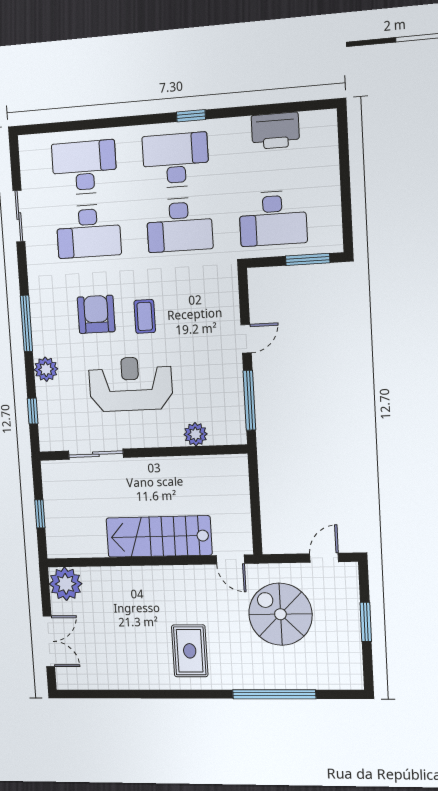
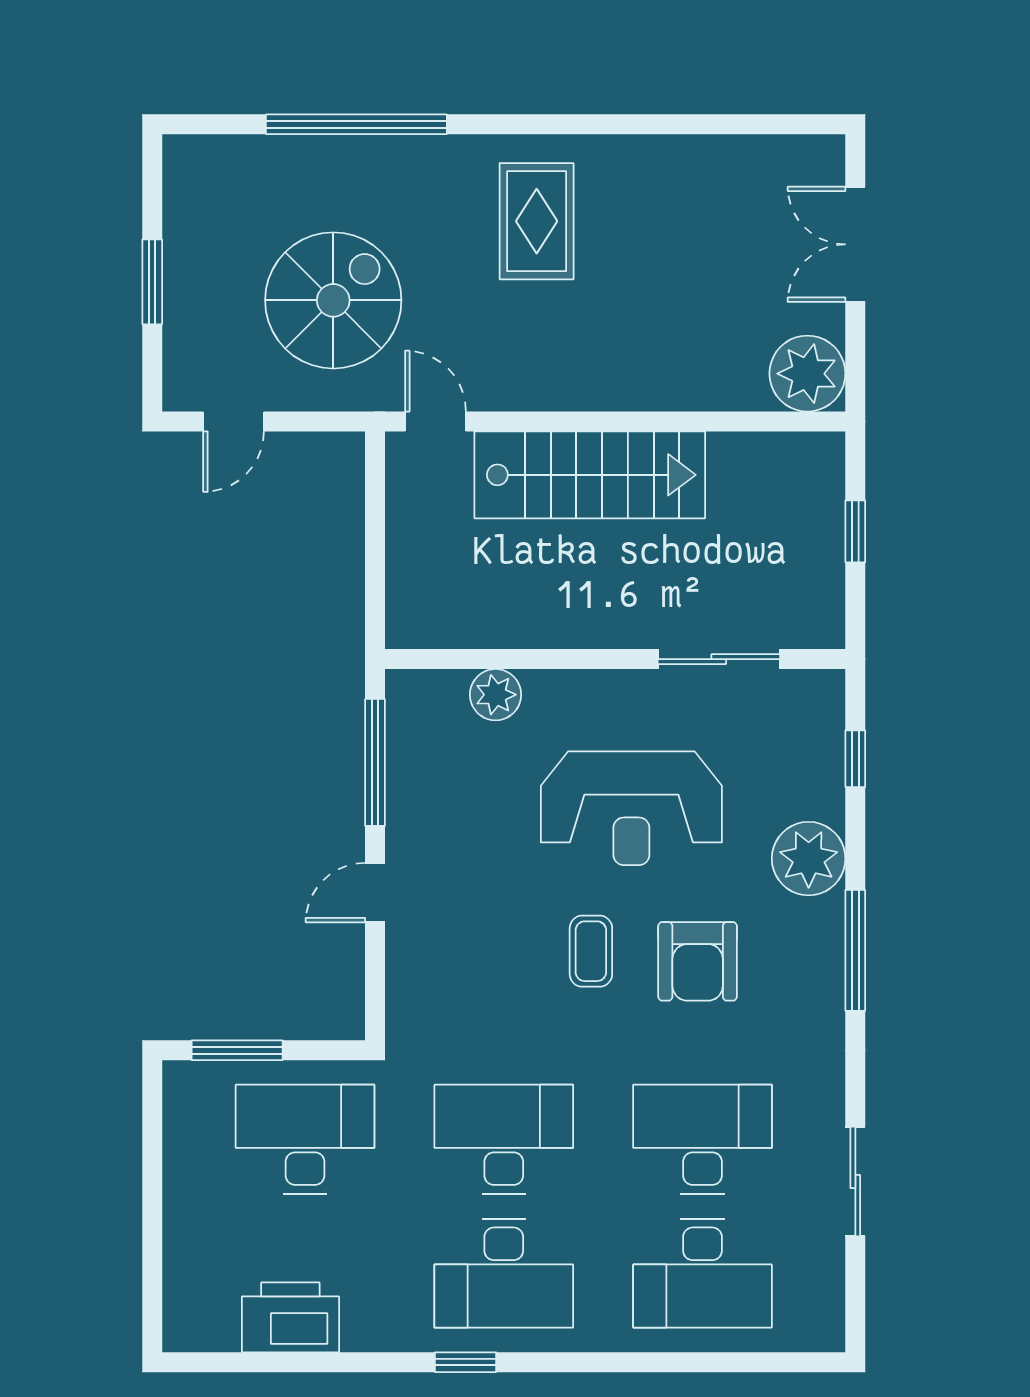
plant: (46, 369) -> (809, 859), width x1.36, depth x1.36
spiral stairs: (280, 614) -> (333, 300), turned -90

